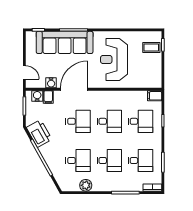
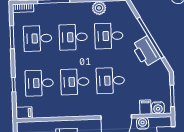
printer: (39, 133) -> (146, 51), moved

